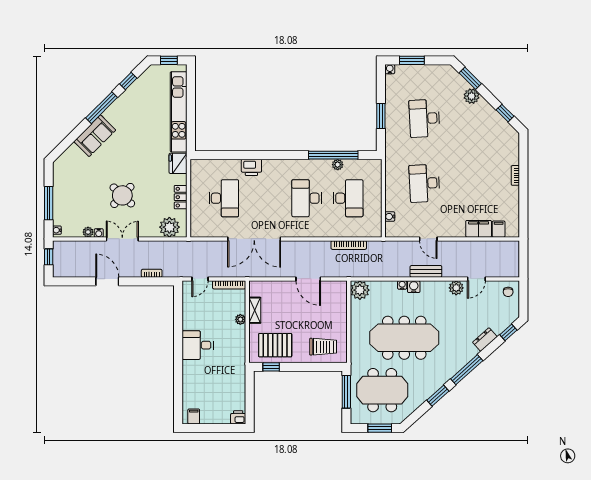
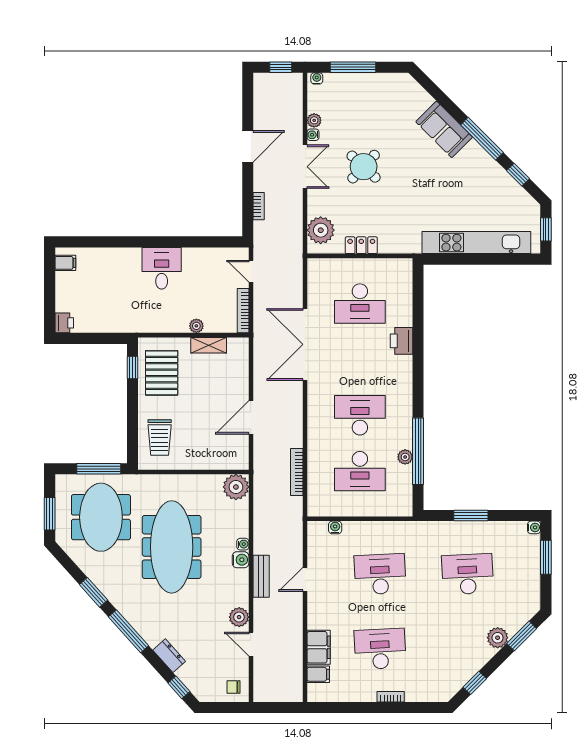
fridge: (178, 163) -> (407, 242), removed
desk: (480, 183) -> (380, 649), added

